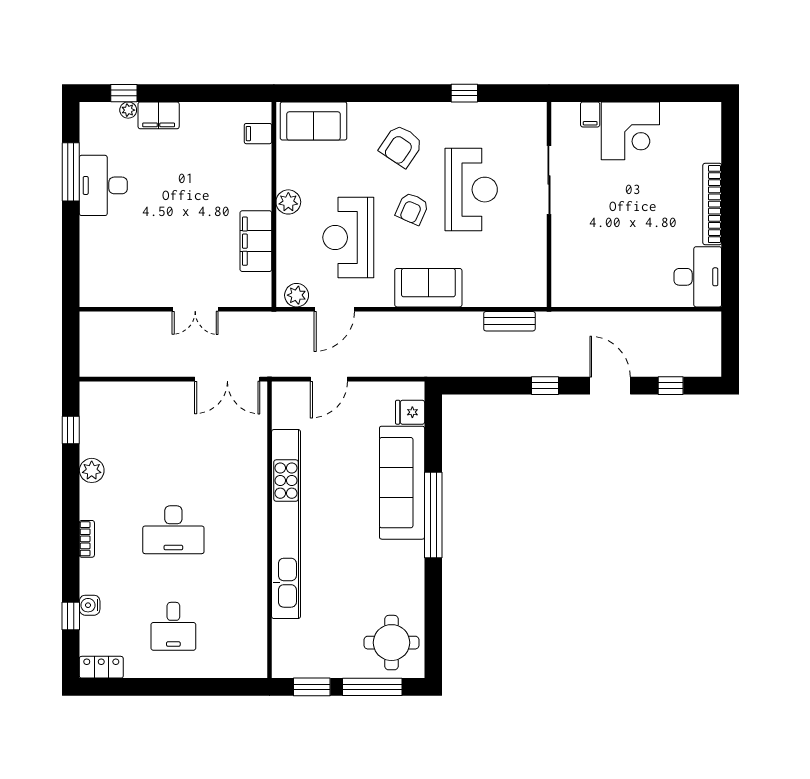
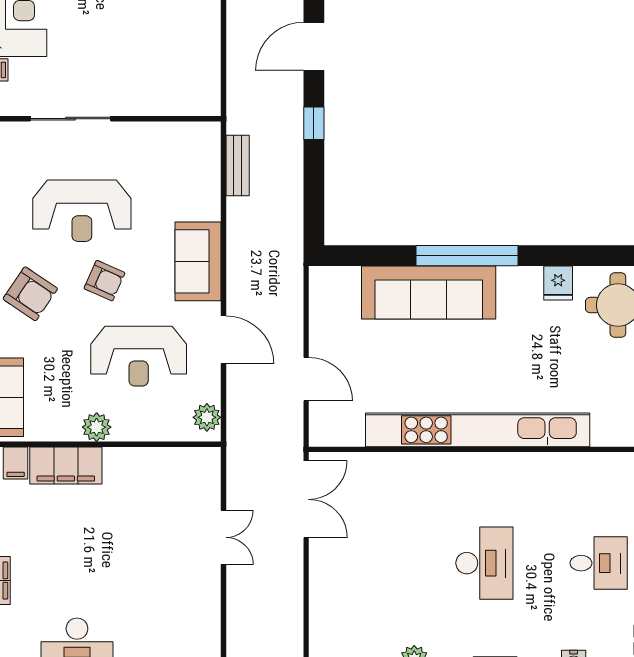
reception desk: (471, 190) -> (82, 211), turned 180
filing cabinet: (256, 241) -> (66, 465), moved
door: (334, 309) -> (223, 340), moved
fridge: (410, 412) -> (558, 283), moved

